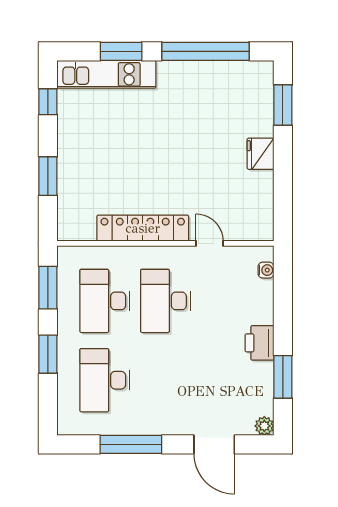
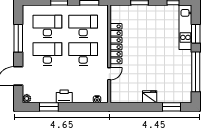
desk: (165, 380) -> (47, 54), added

